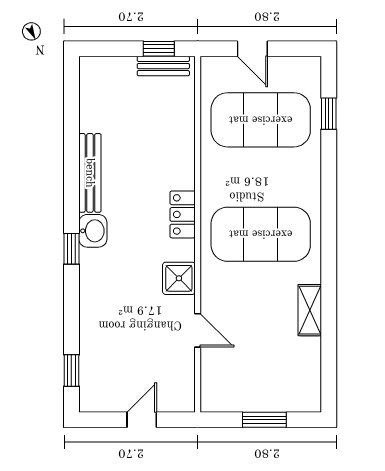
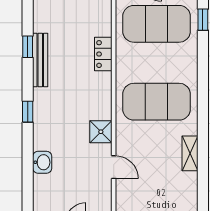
locker: (183, 214) -> (103, 54), moved
washbasin: (93, 231) -> (42, 162), moved
window: (71, 370) -> (28, 47), moved

